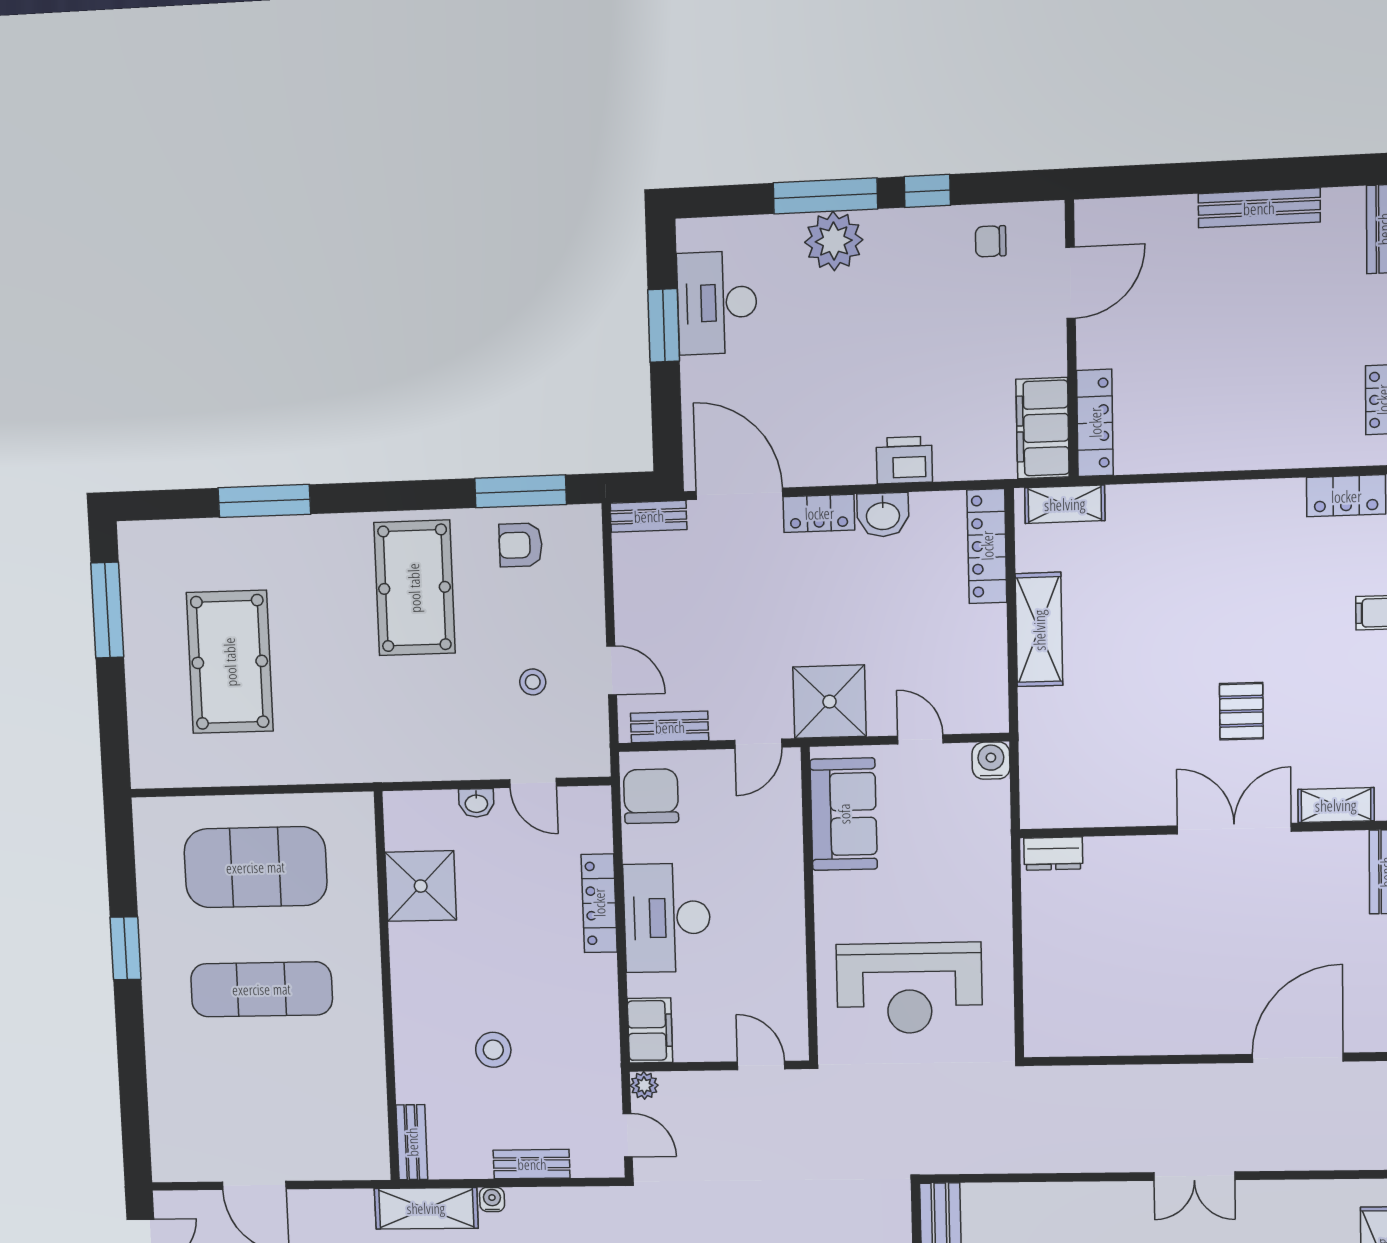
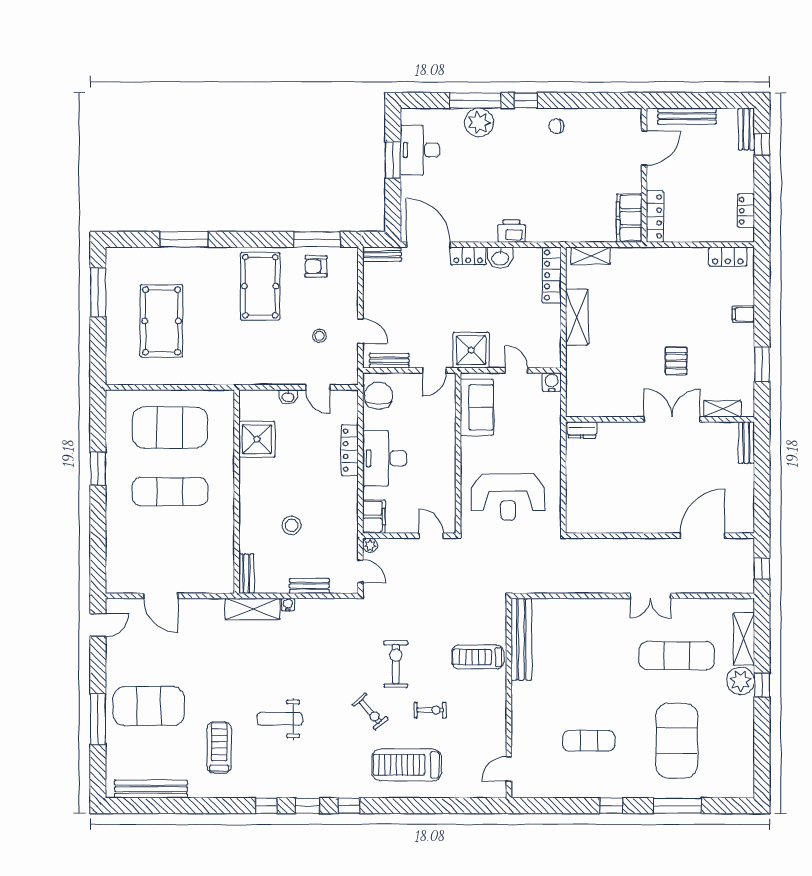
door: (1071, 283) -> (644, 148), moved
wall: (1071, 339) -> (644, 175), moved
locker: (1095, 423) -> (655, 216), moved
filing cabinet: (1043, 428) -> (629, 218), moved

